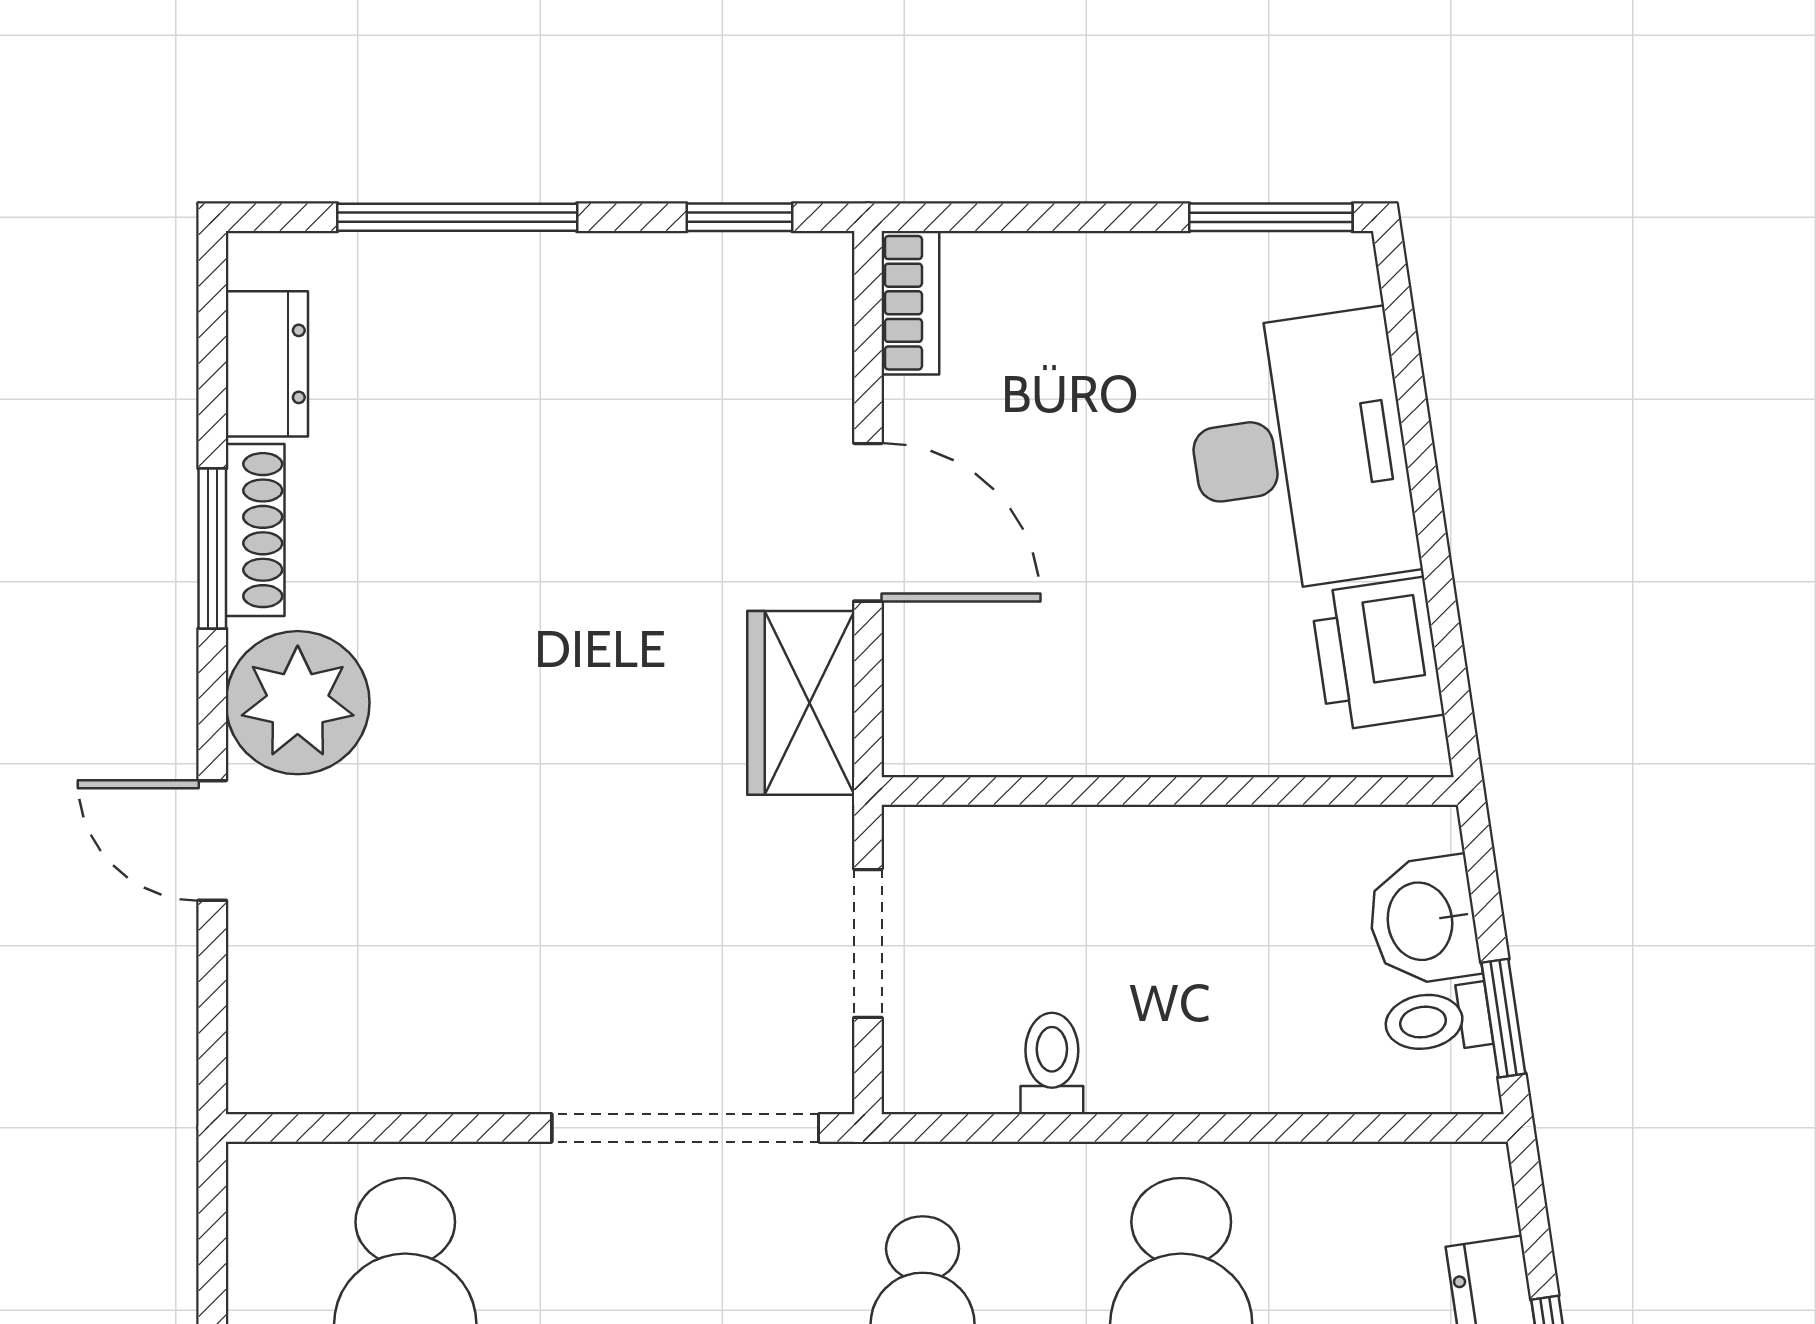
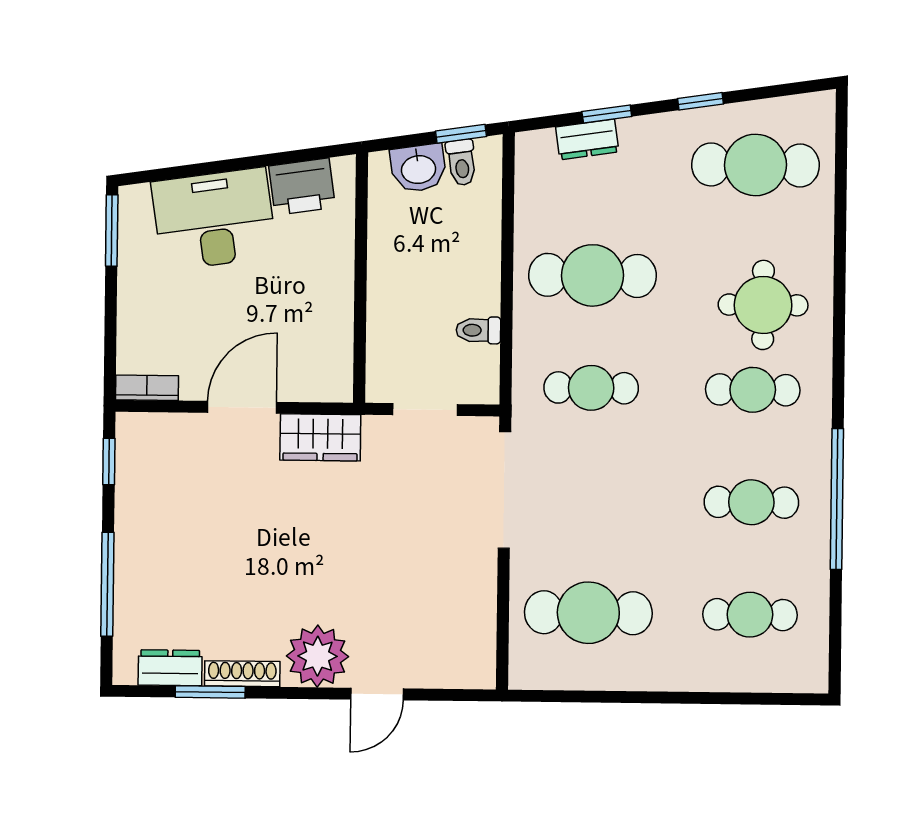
window: (212, 549) -> (210, 692), moved

